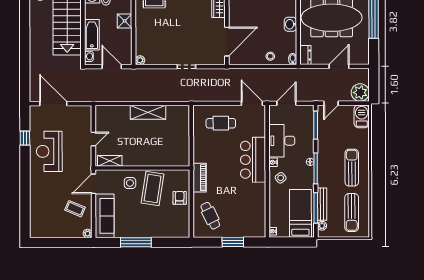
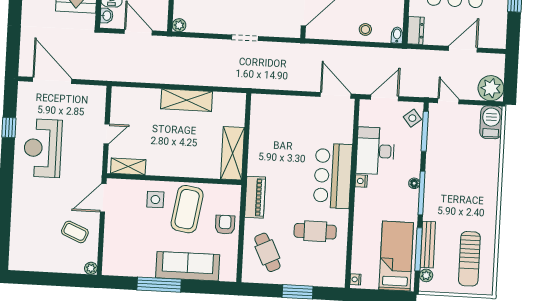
door: (331, 103) -> (448, 101), swing flipped
cafe table: (221, 123) -> (315, 231), moved
shelving: (182, 148) -> (233, 153), added
sun lounger: (352, 168) -> (473, 195), removed
side table: (281, 178) -> (412, 118), moved
sofa: (105, 216) -> (188, 266), moved, turned -90

